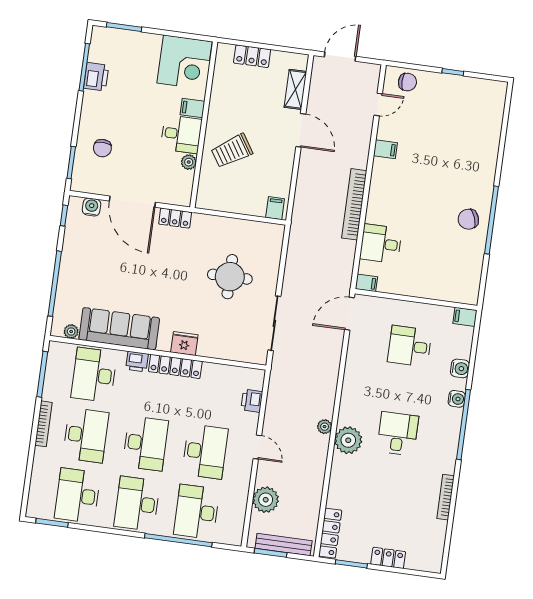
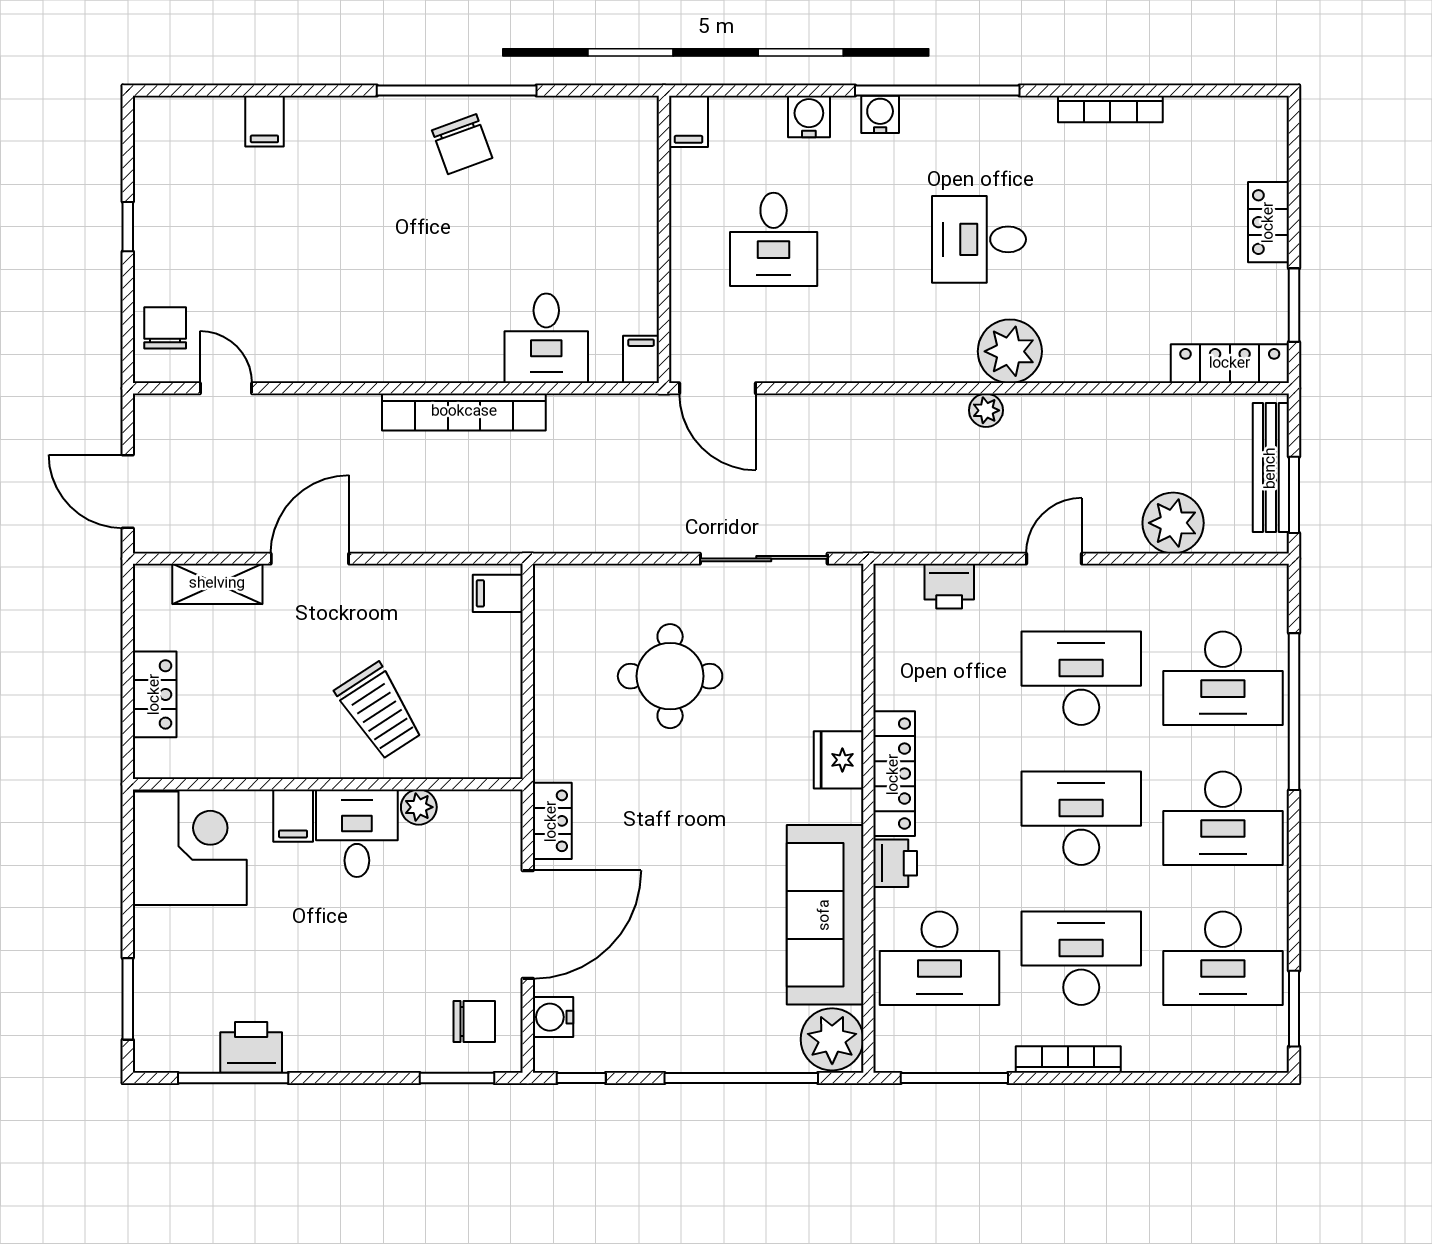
chair: (102, 148) -> (474, 1022), moved
filing cabinet: (385, 149) -> (264, 121), moved, turned 180
plant: (71, 331) -> (832, 1039), width x1.87, depth x1.87

